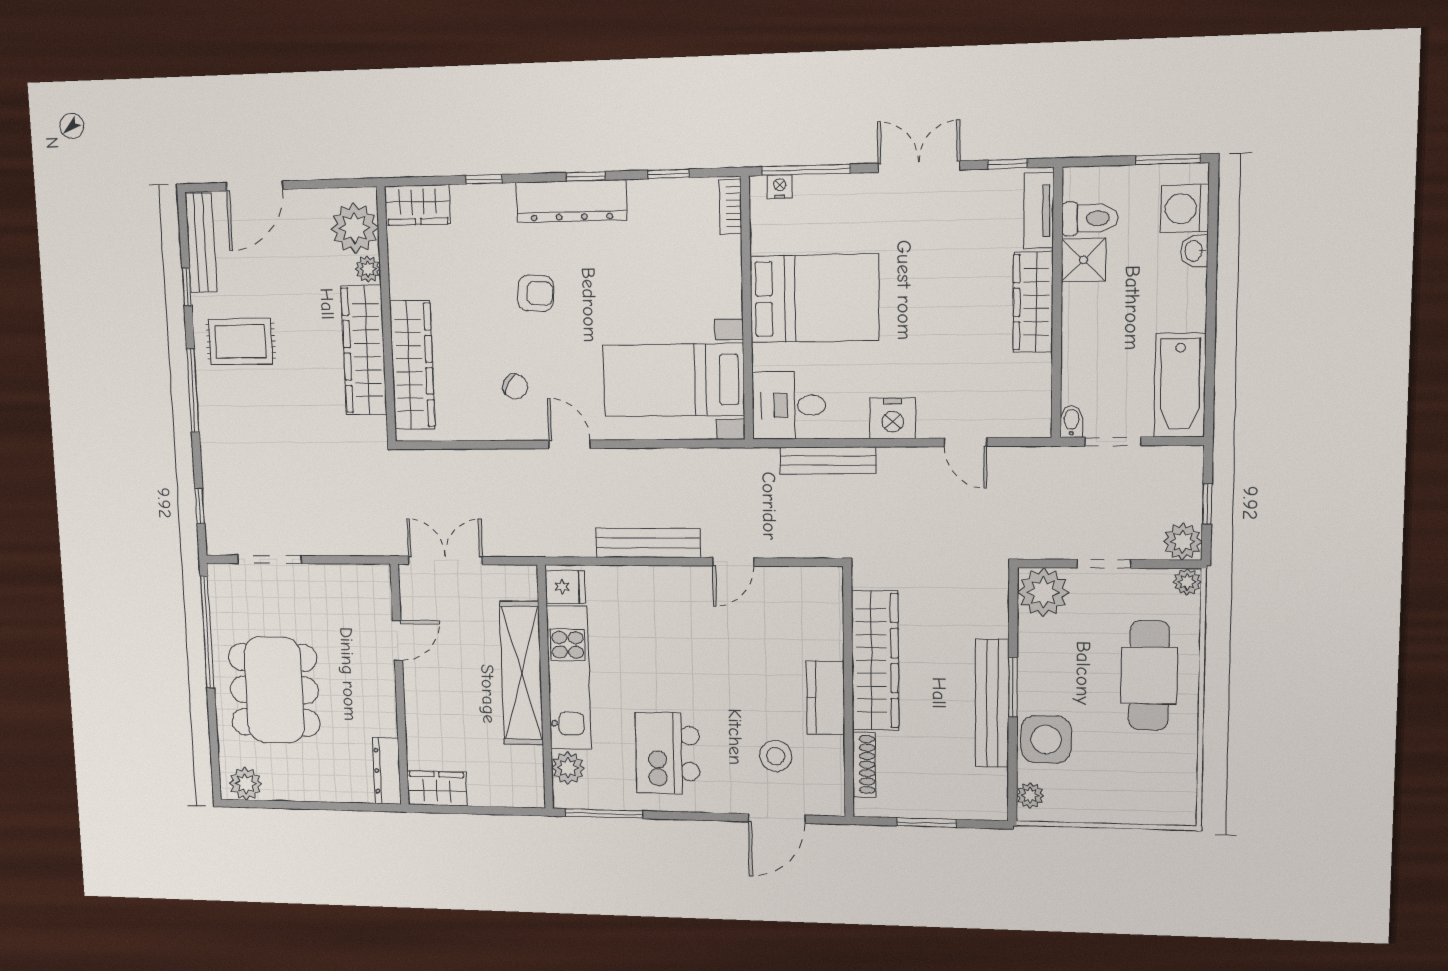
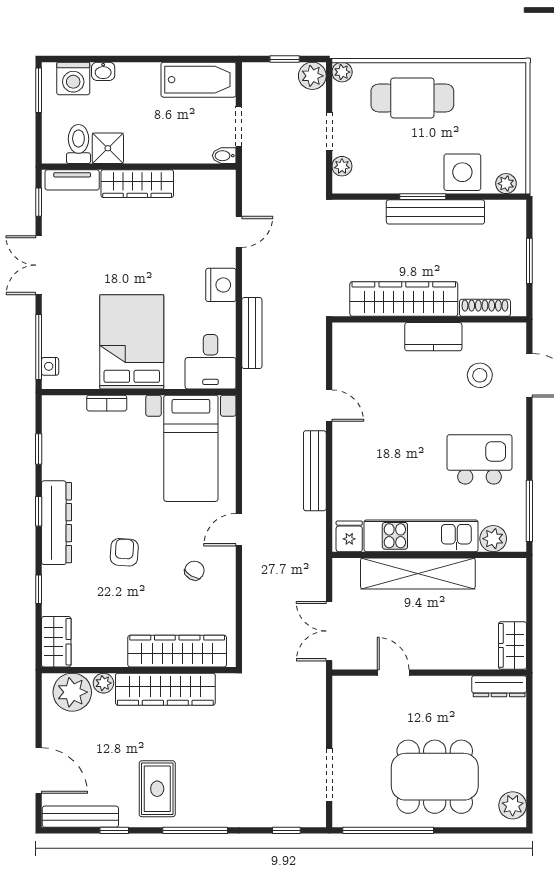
bookcase: (730, 207) -> (107, 403), moved
plant: (1043, 592) -> (342, 166), width x0.53, depth x0.53
kitchen island: (668, 753) -> (479, 459), turned 180

